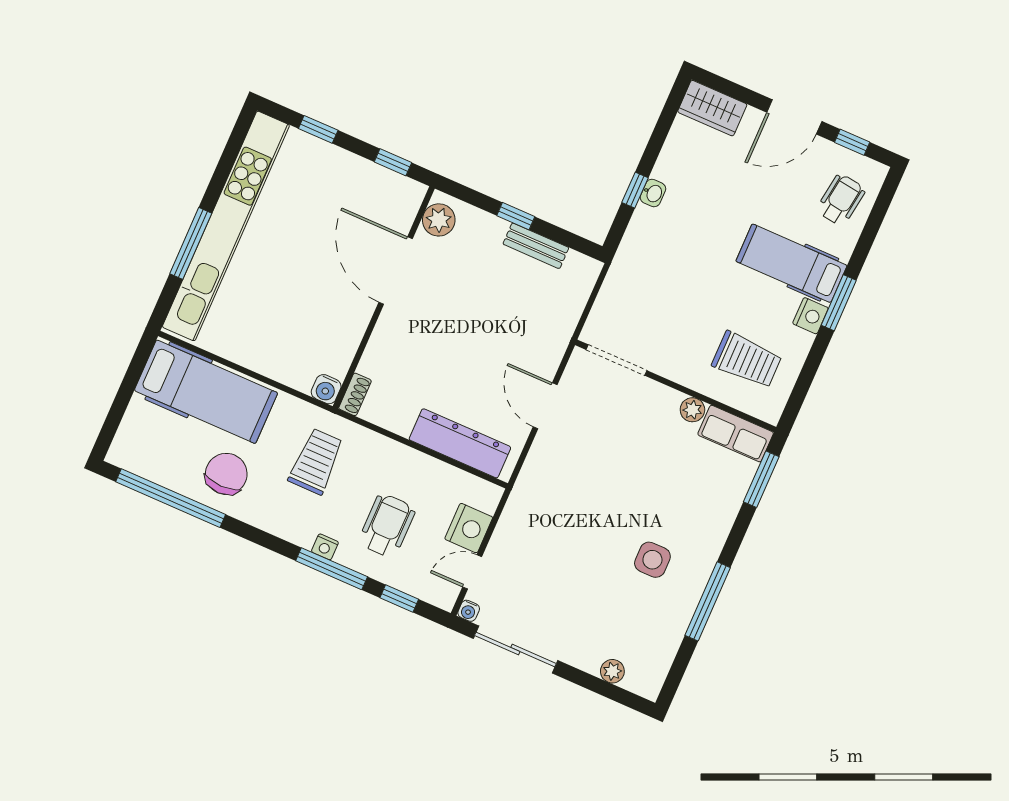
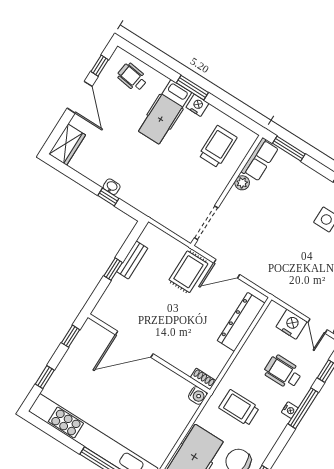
plant: (439, 220) -> (108, 315), removed
rug: (530, 343) -> (188, 272), added

